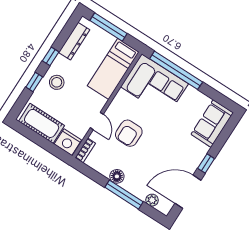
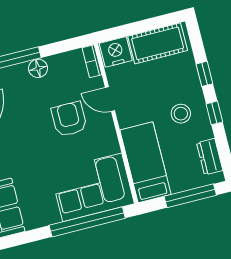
dresser: (74, 41) -> (210, 157), width x0.70
stool: (57, 82) -> (181, 114), moved

